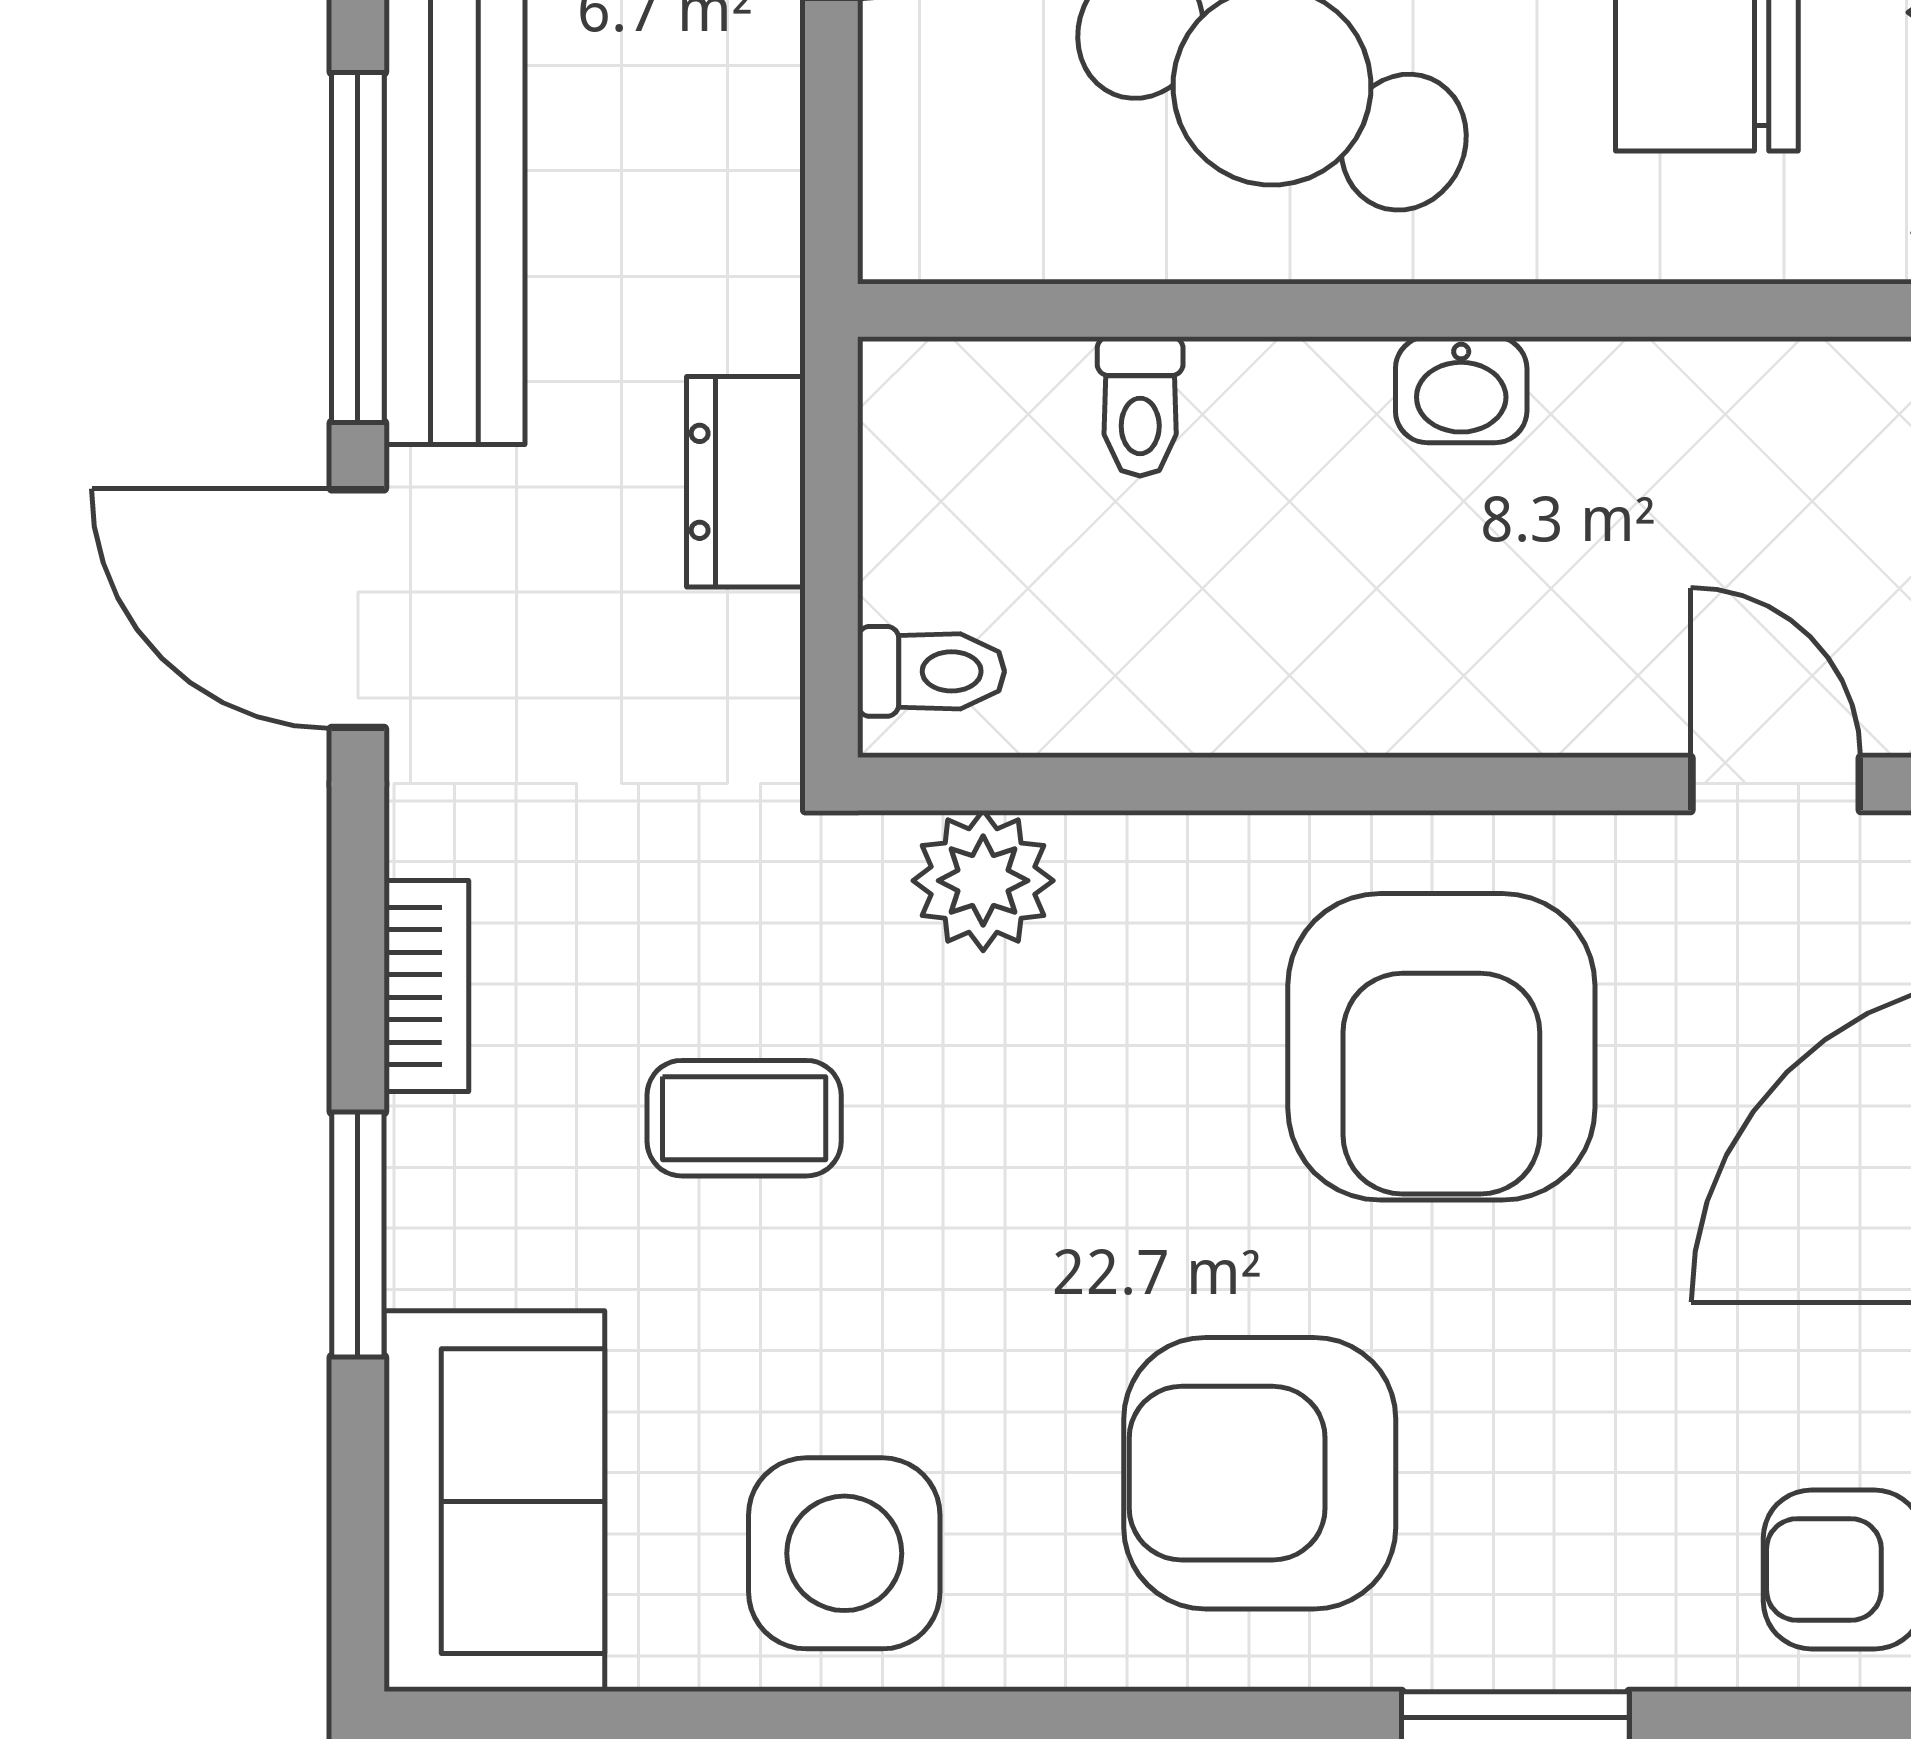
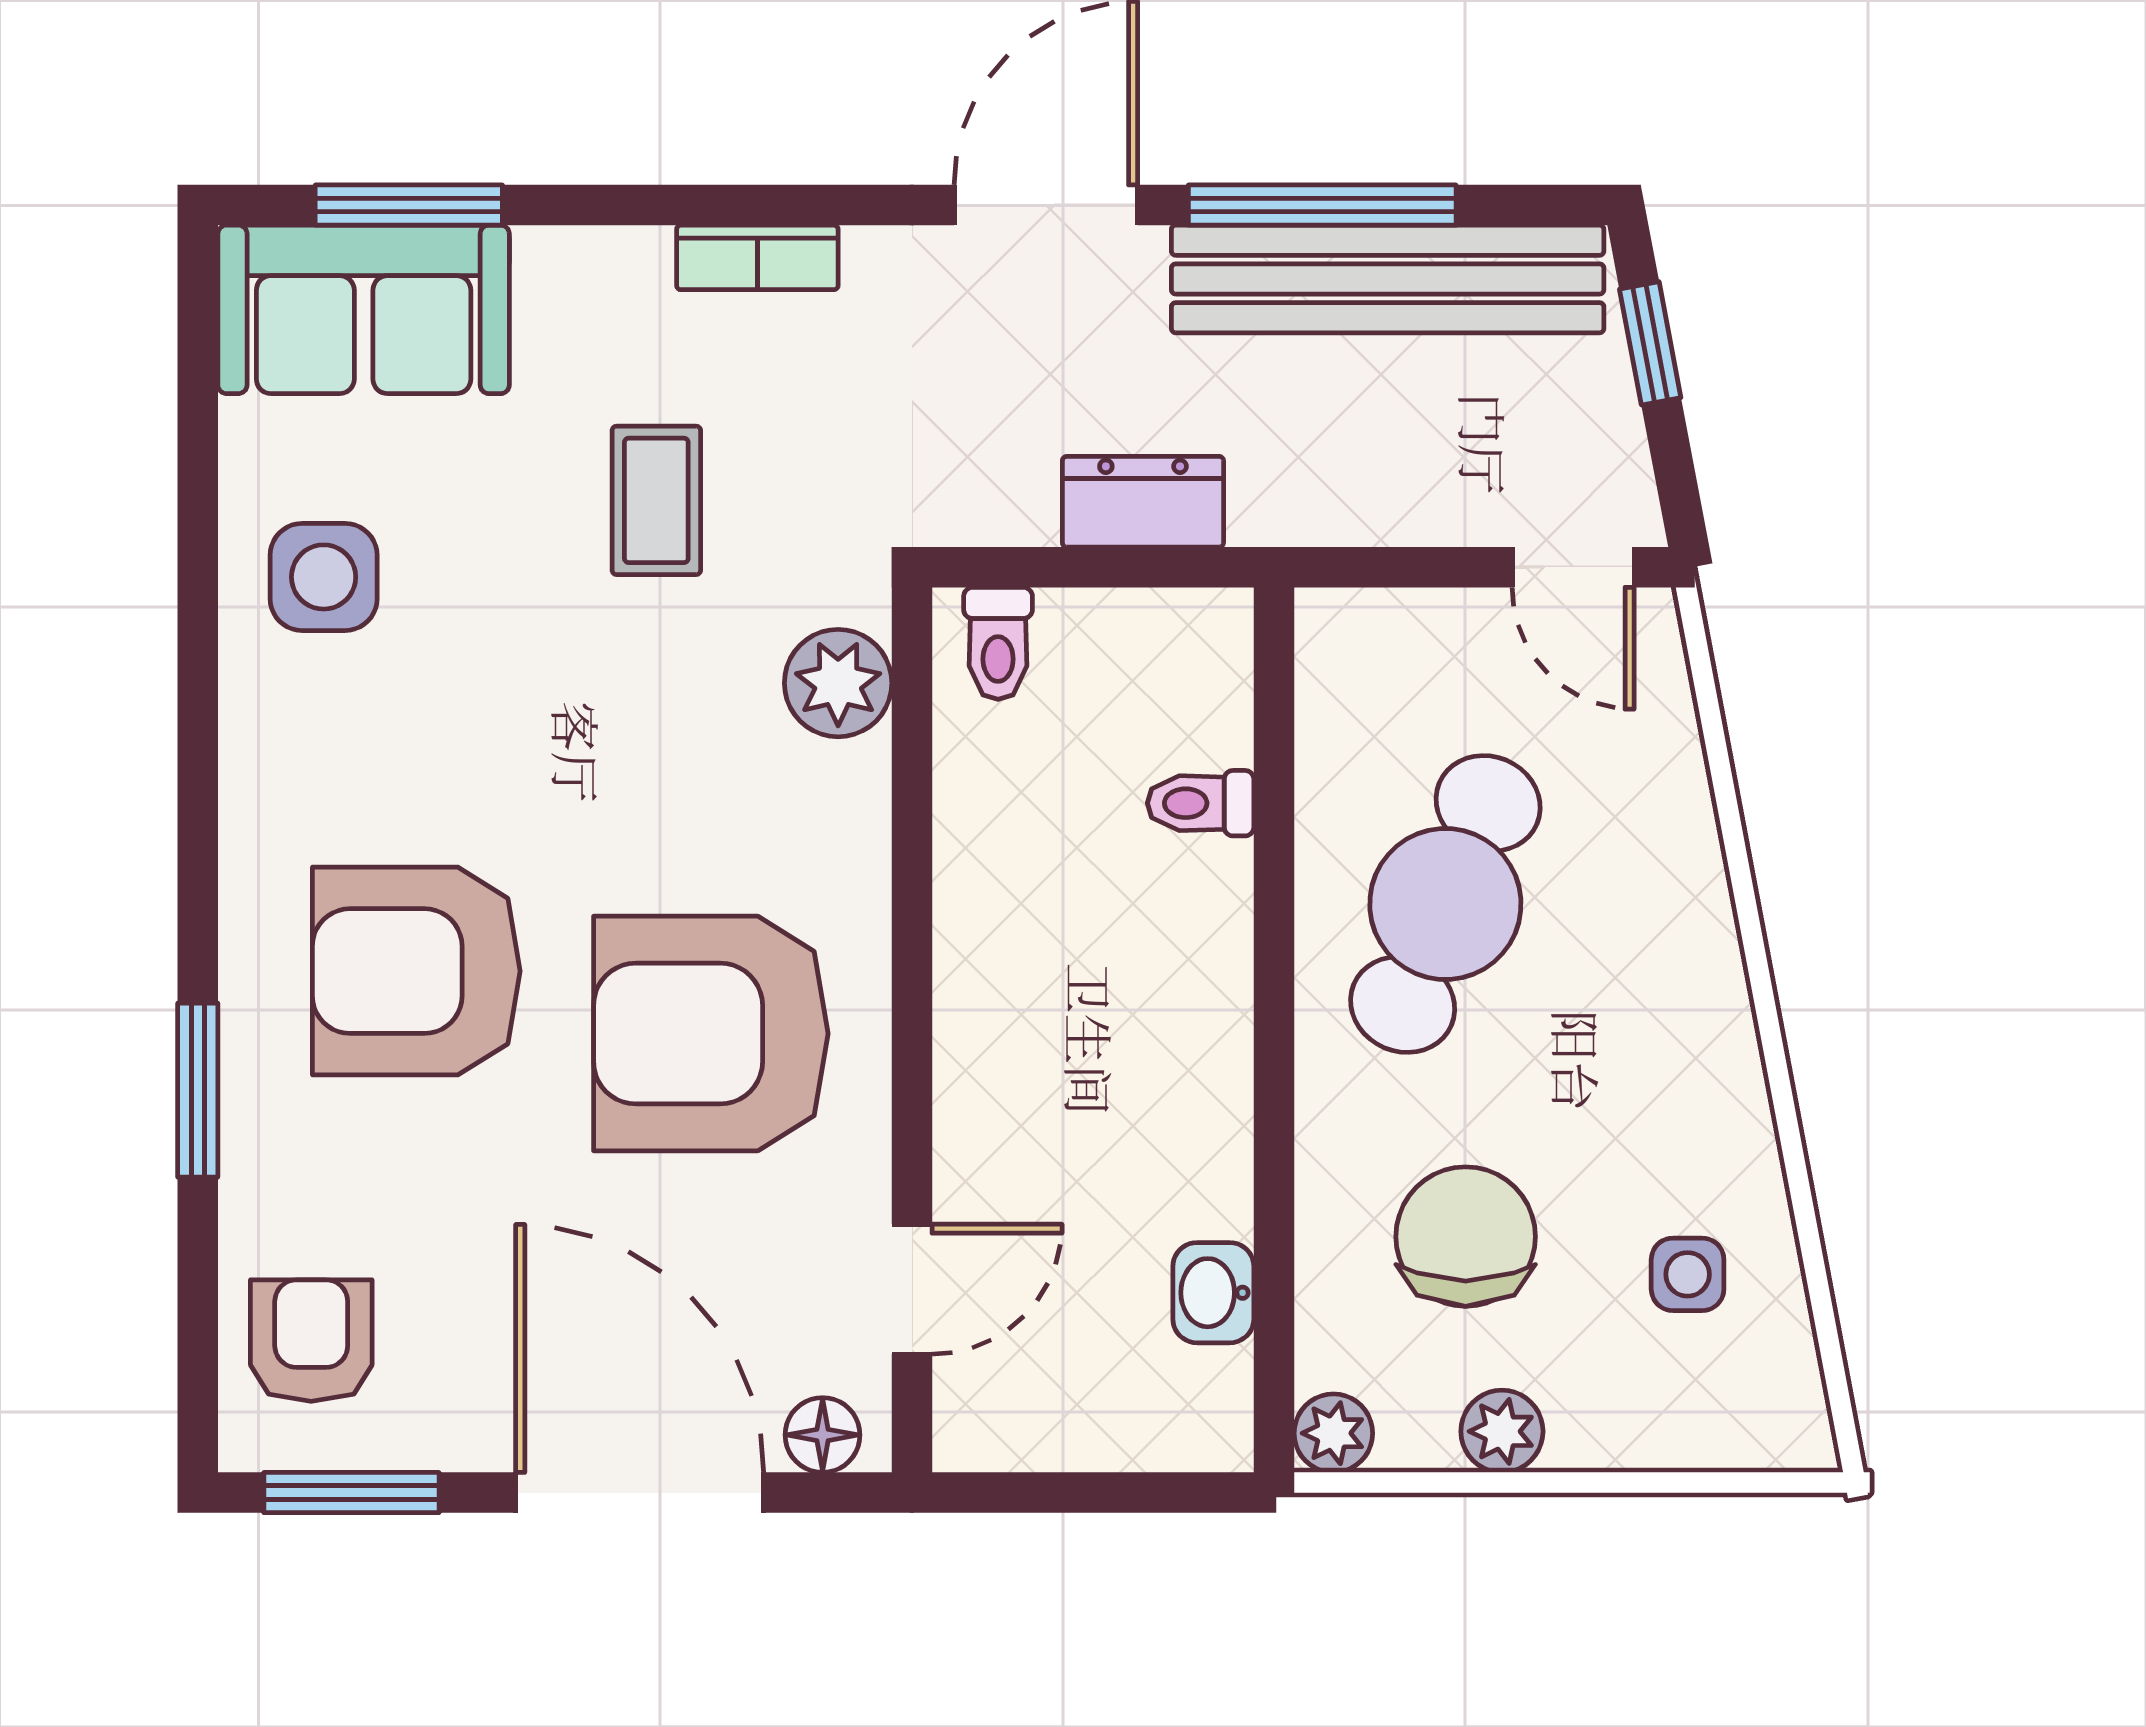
washbasin: (1461, 390) -> (1213, 1293), moved
window: (358, 1234) -> (409, 205), moved
armchair: (1260, 1473) -> (416, 971), moved, turned -90
side table: (844, 1553) -> (324, 577), width x0.73, depth x0.73

